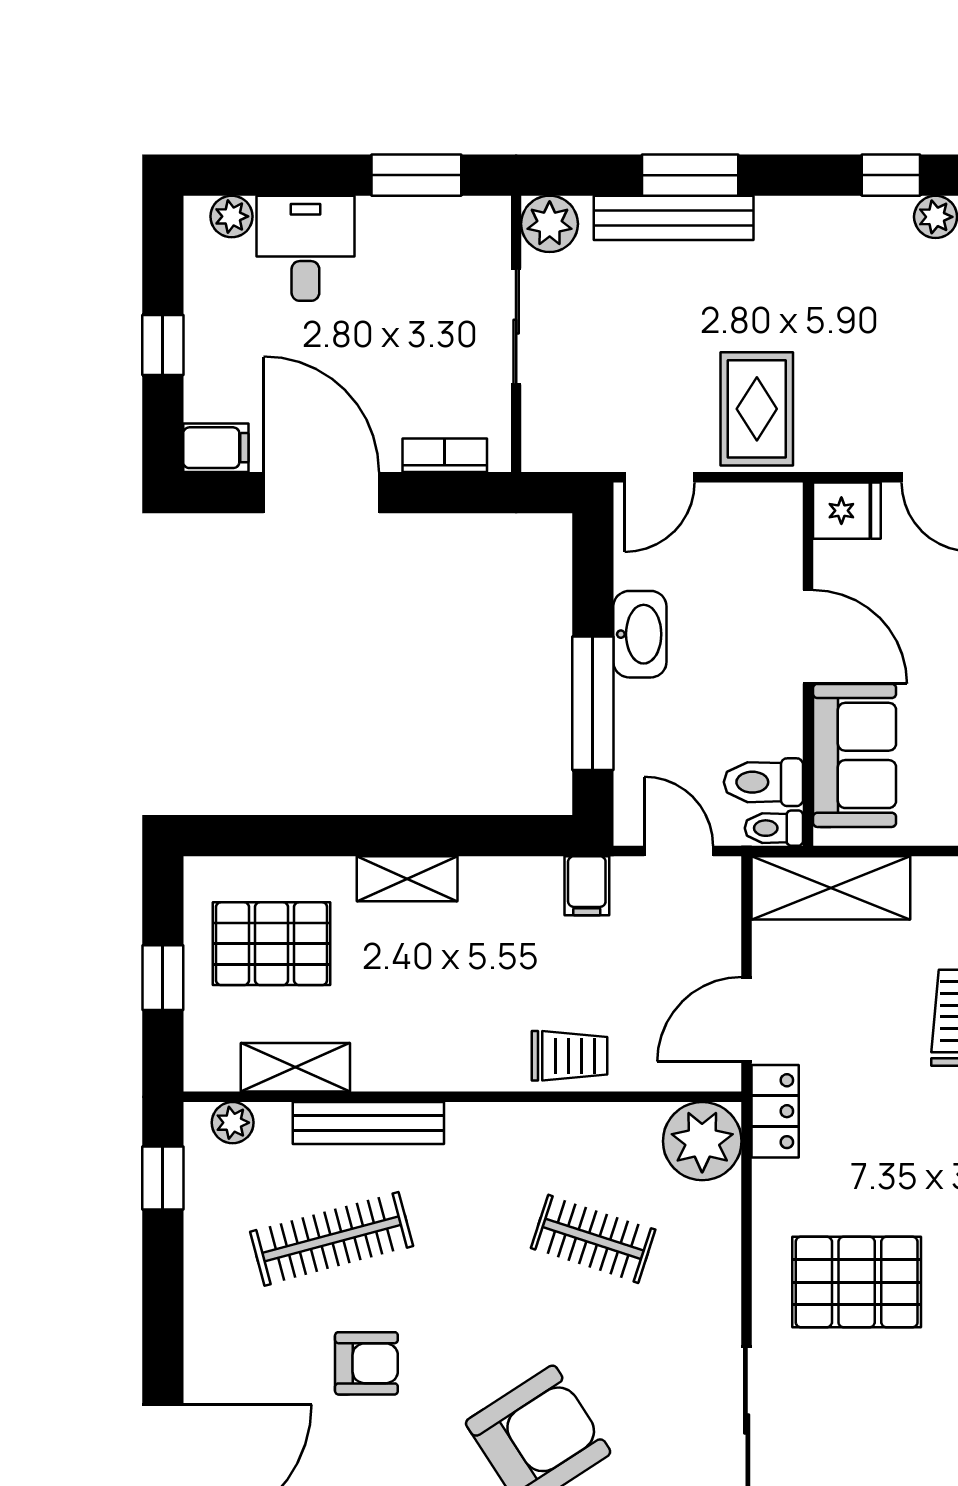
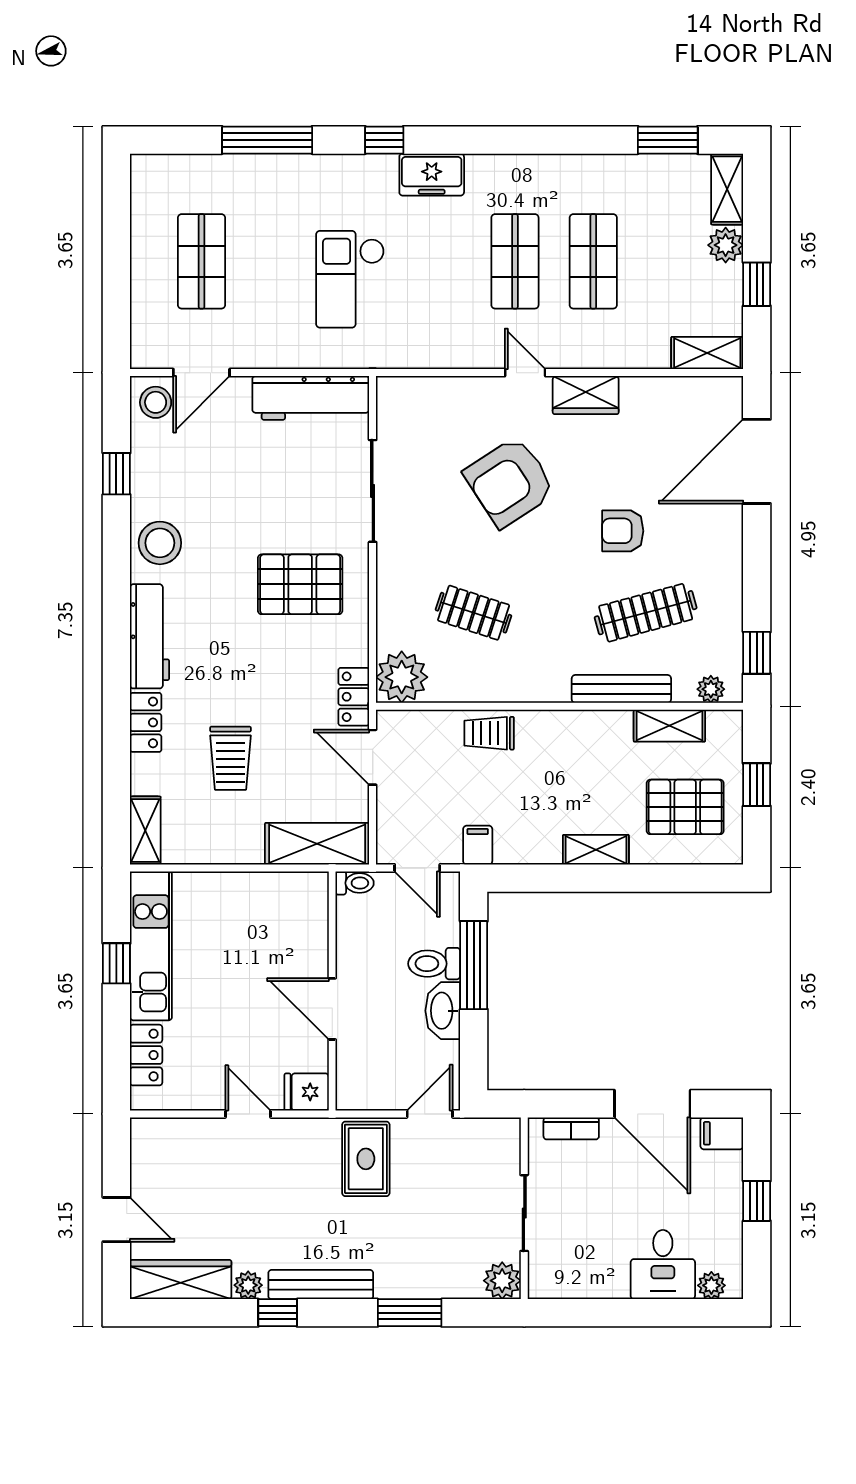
window: (416, 175) -> (590, 1313), removed
bench: (674, 218) -> (321, 1285), moved
sofa: (855, 755) -> (301, 931), removed
toilet: (763, 782) -> (434, 964), moved, turned 180
door: (747, 1019) -> (373, 757), swing flipped

